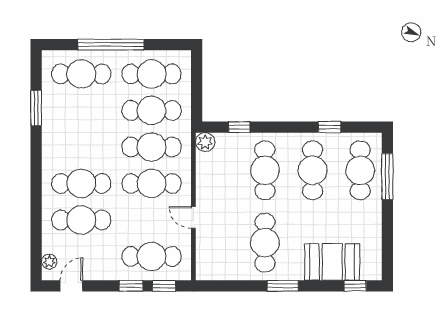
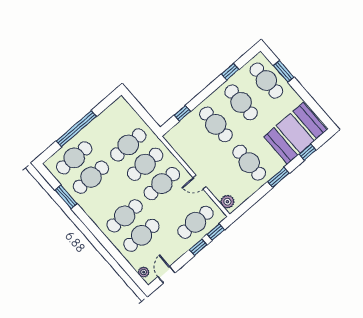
cafe table: (152, 74) -> (91, 177), moved
plant: (205, 142) -> (227, 202), moved
window: (387, 177) -> (284, 71), width x0.69
booth: (332, 262) -> (295, 133), width x1.36, depth x1.42
window: (355, 286) -> (308, 152), moved

